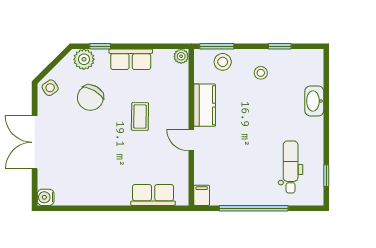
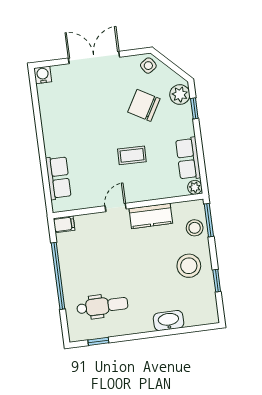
row of seats: (131, 59) -> (188, 159), moved
stool: (261, 73) -> (189, 266), width x1.89, depth x1.89

